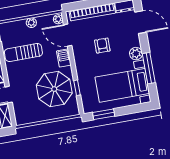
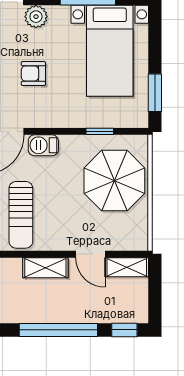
plant: (136, 54) -> (36, 17), moved
parasol: (54, 89) -> (114, 181), moved

